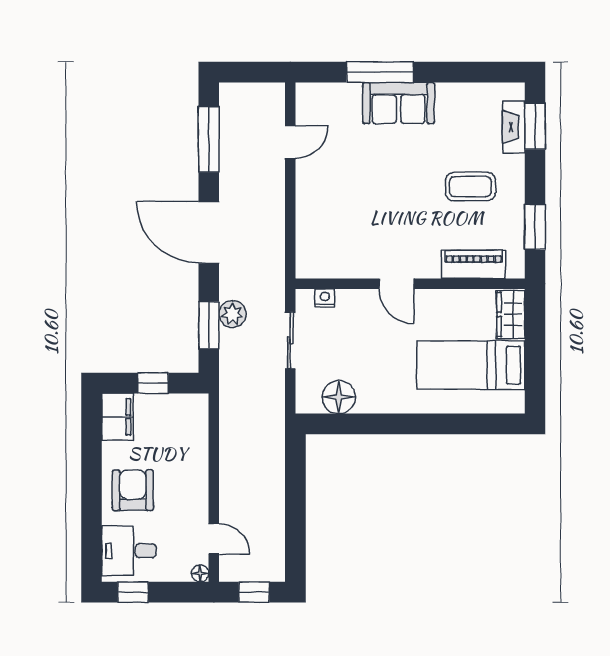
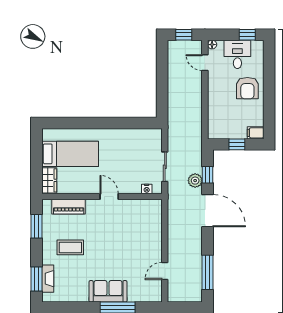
door: (209, 232) -> (208, 211), moved
window: (209, 325) -> (208, 175), width x0.67
floor lamp: (339, 397) -> (139, 137), removed
filing cabinet: (117, 417) -> (256, 133), width x0.50
desk: (129, 551) -> (237, 54), moved, turned -90

